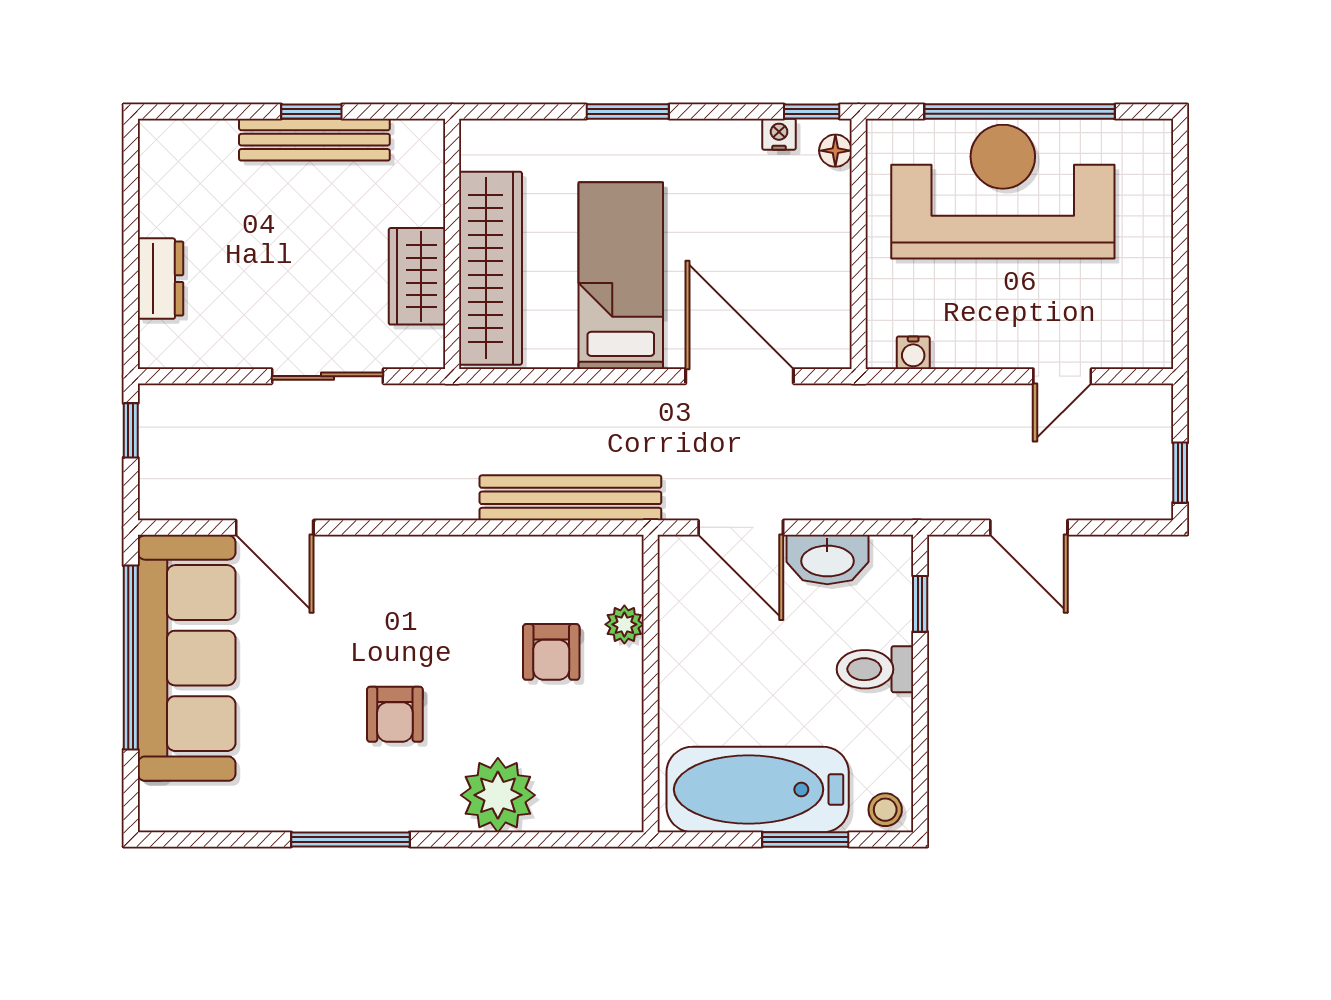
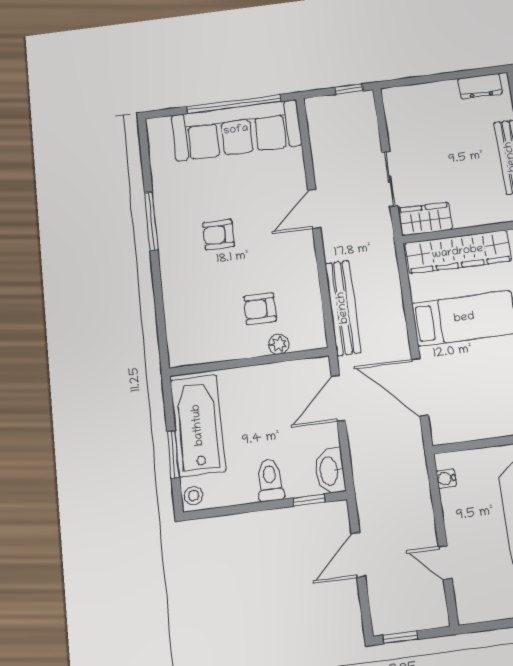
wardrobe: (417, 276) -> (425, 219), moved
dresser: (160, 279) -> (480, 86), moved
door: (740, 376) -> (420, 387), swing flipped
door: (275, 527) -> (314, 209), moved
washbasin: (827, 560) -> (330, 471), moved
plant: (498, 795) -> (181, 291), removed

